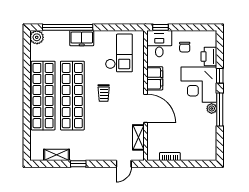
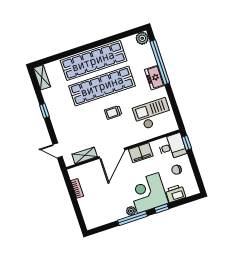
checkout: (119, 53) -> (152, 114), turned 180
shelving: (57, 155) -> (42, 77), moved

